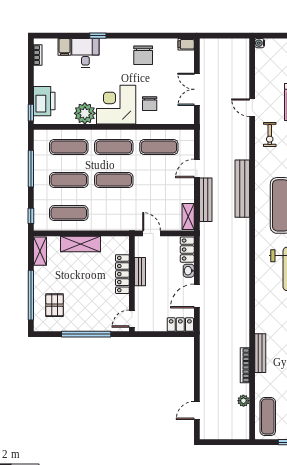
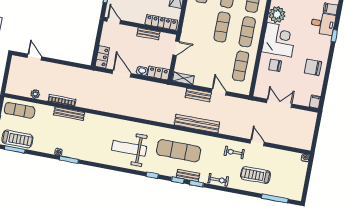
door: (252, 108) -> (257, 143), hinge flipped
bench: (206, 200) -> (198, 95), width x0.73
locker: (122, 274) -> (161, 22), moved

